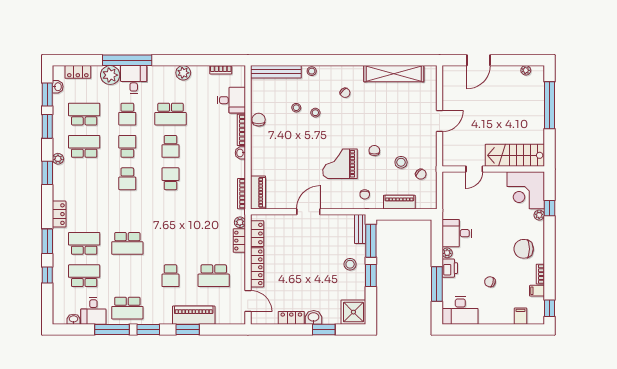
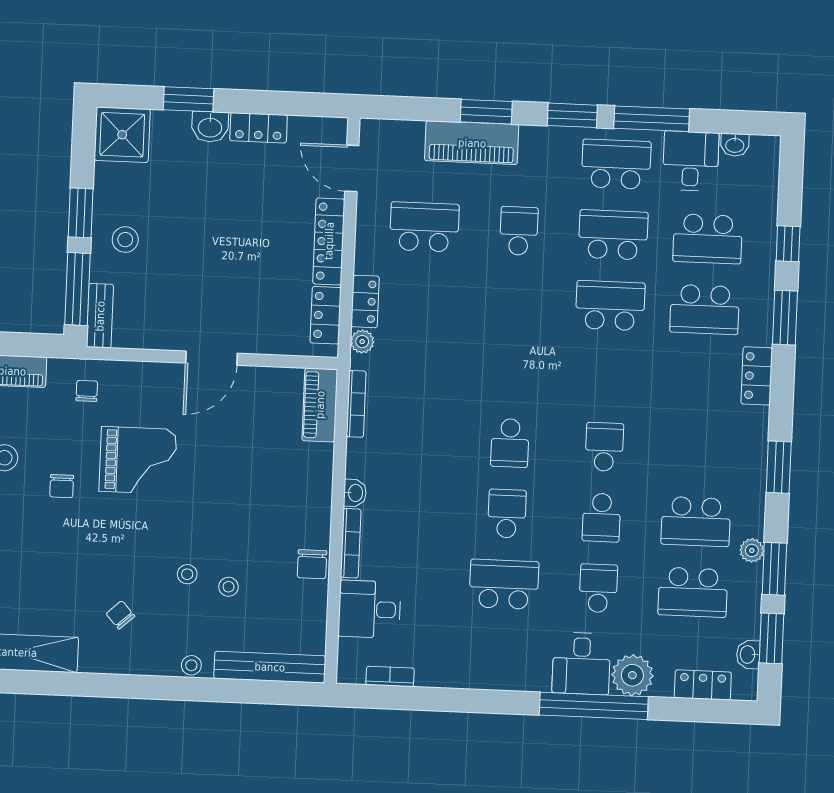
plant: (183, 73) -> (472, 673), removed
plant: (58, 159) -> (752, 550), moved
school desk: (127, 276) -> (613, 235), added

